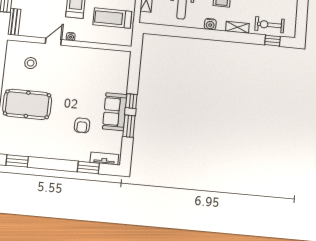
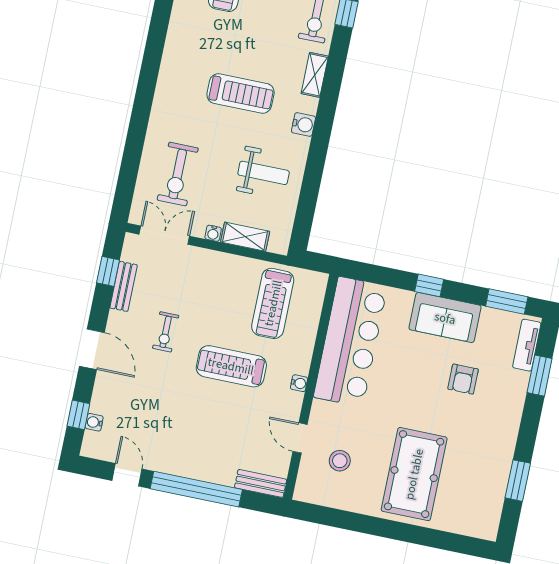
door: (53, 42) -> (300, 438), moved
bar counter: (96, 62) -> (350, 342), added
armchair: (82, 125) -> (463, 379), turned 89
window: (129, 126) -> (507, 301), moved
window: (17, 161) -> (518, 481), moved

